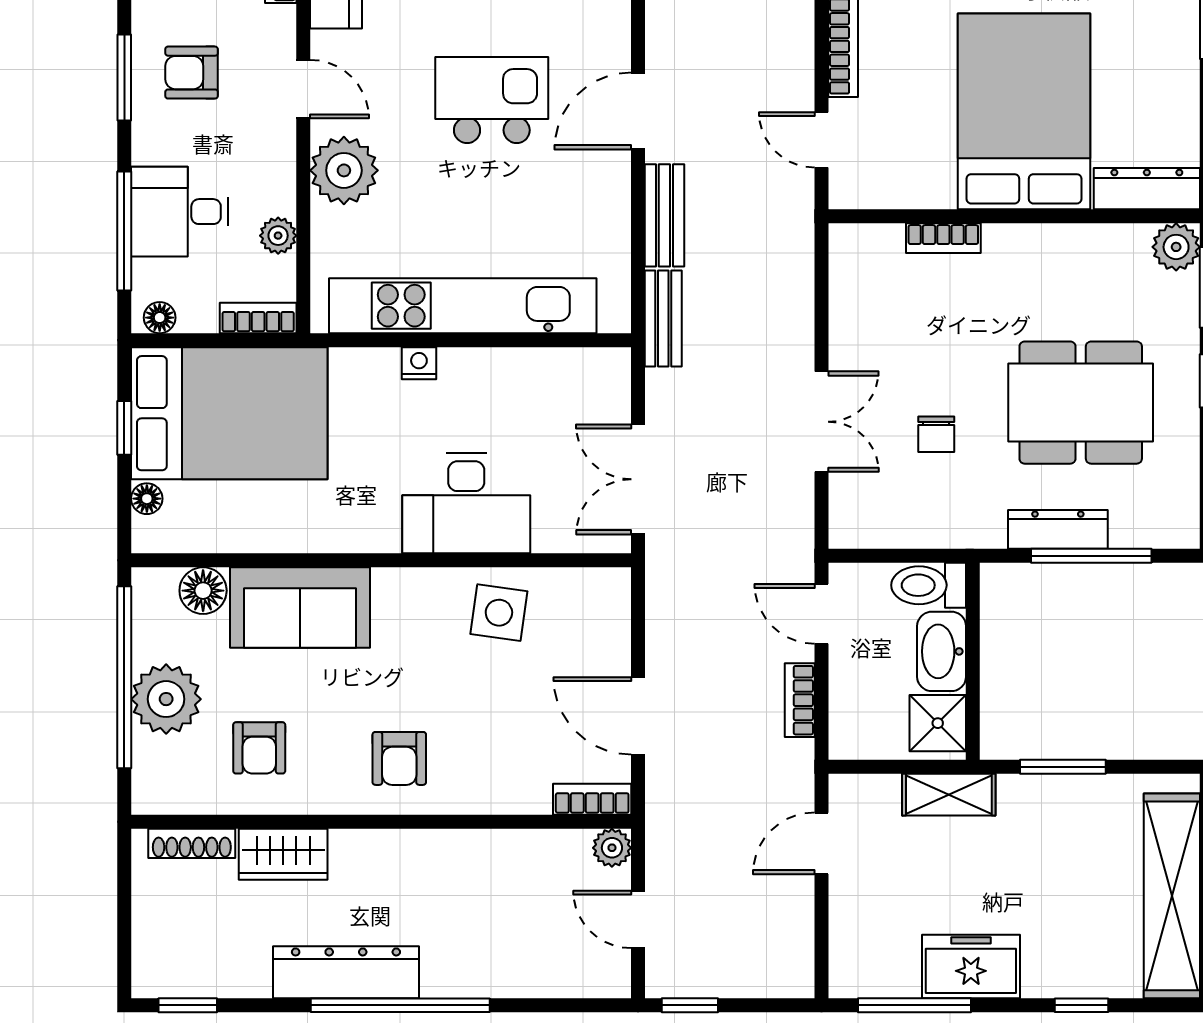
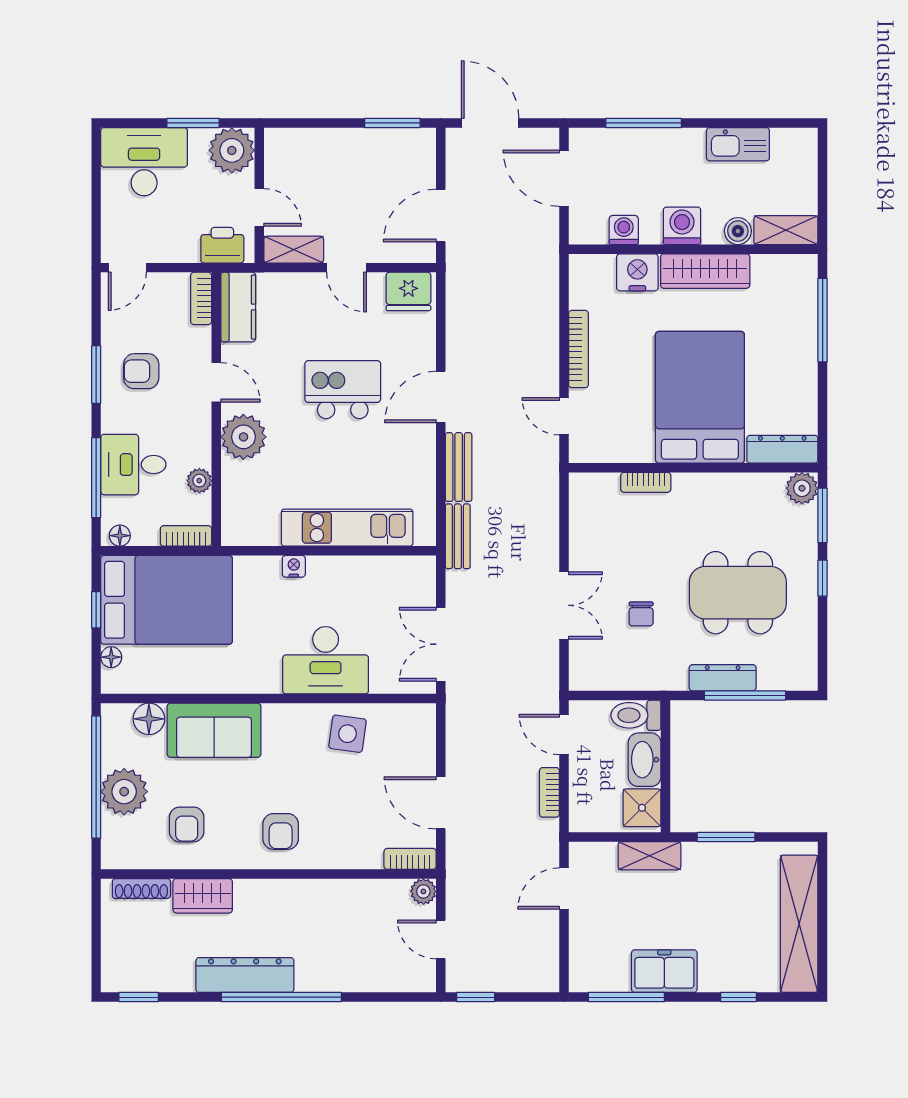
kitchen unit: (463, 306) -> (347, 528), width x0.73

